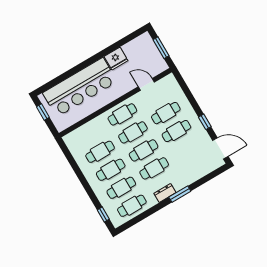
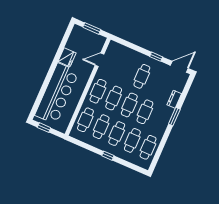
cafe table: (166, 113) -> (85, 120), moved
dresser: (165, 193) -> (174, 99), moved
window: (103, 214) -> (108, 156), moved

